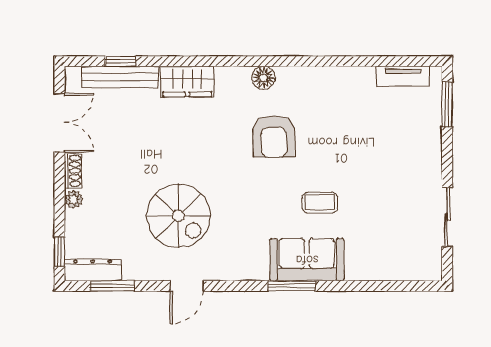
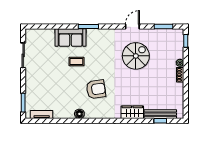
floor lamp: (264, 78) -> (79, 114), moved
double door: (59, 123) -> (186, 95), removed
armchair: (274, 136) -> (96, 89), turned 82
spiral stairs: (178, 216) -> (136, 56), turned 90
sofa: (307, 260) -> (71, 38), moved
dresser: (93, 270) -> (172, 33), removed

